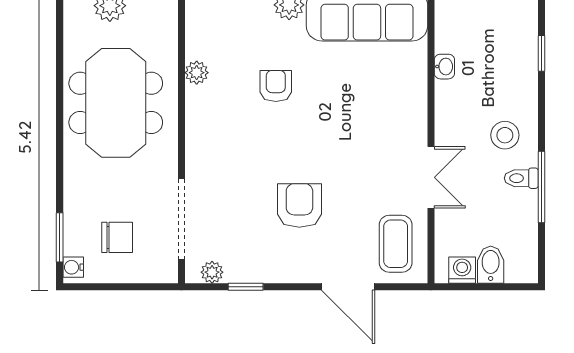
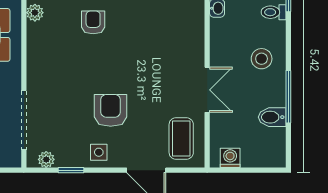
toilet: (521, 178) -> (274, 12), moved
side table: (283, 262) -> (99, 152), added
bidet: (491, 265) -> (272, 117), moved, turned -90

